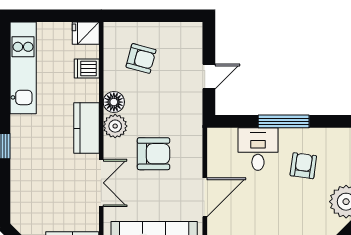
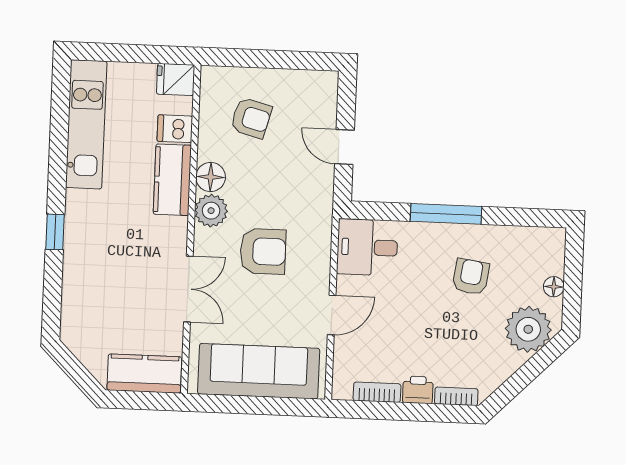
door: (209, 77) -> (344, 147), swing flipped
kitchen counter: (86, 128) -> (172, 180), moved
desk: (258, 149) -> (367, 247), moved, turned -90
door: (205, 197) -> (332, 315), width x0.73

